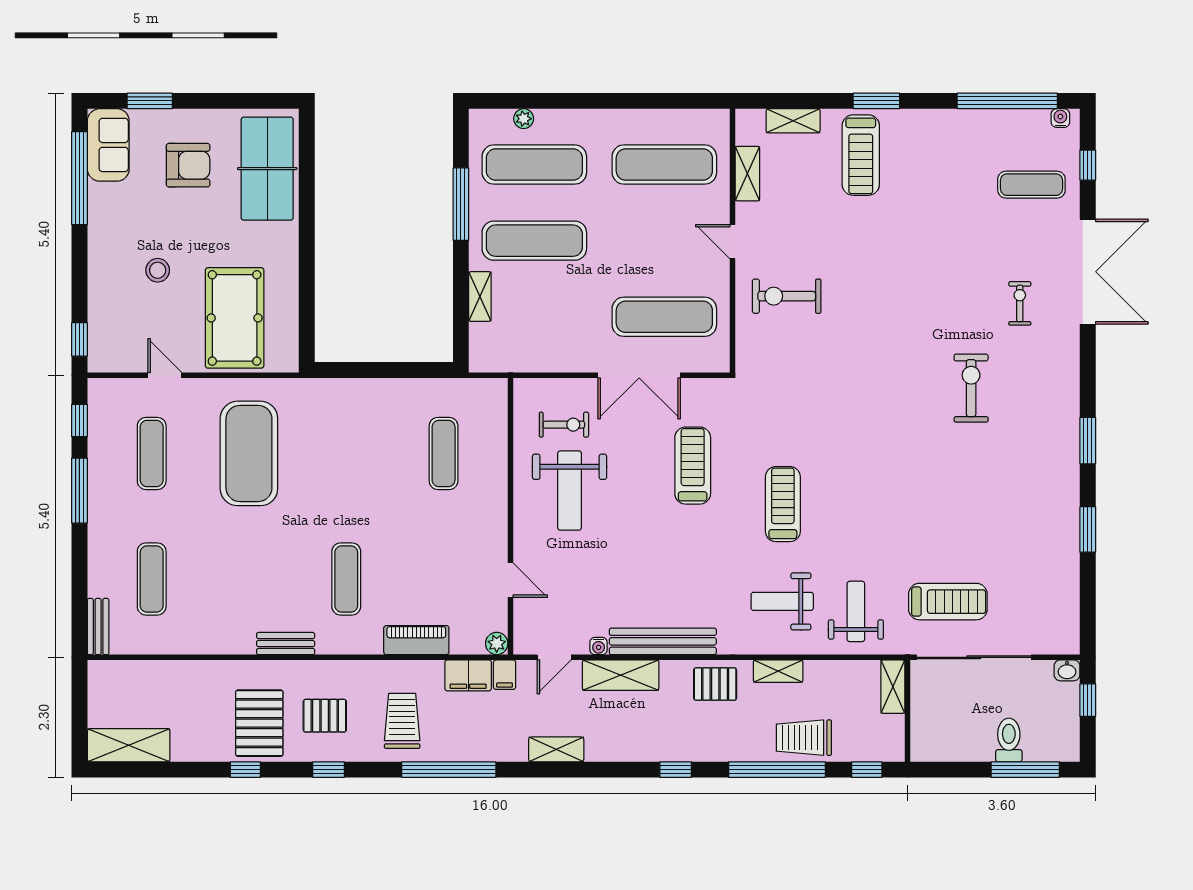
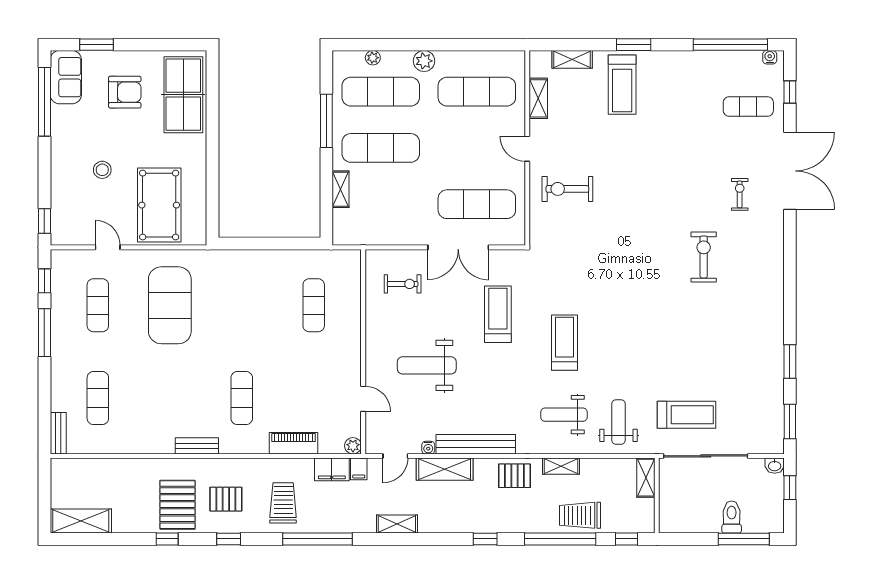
plant: (593, 123) -> (424, 61), added
window: (1088, 441) -> (790, 421), moved
weight bench: (570, 491) -> (427, 365), moved, turned 90

